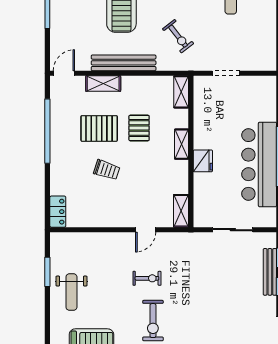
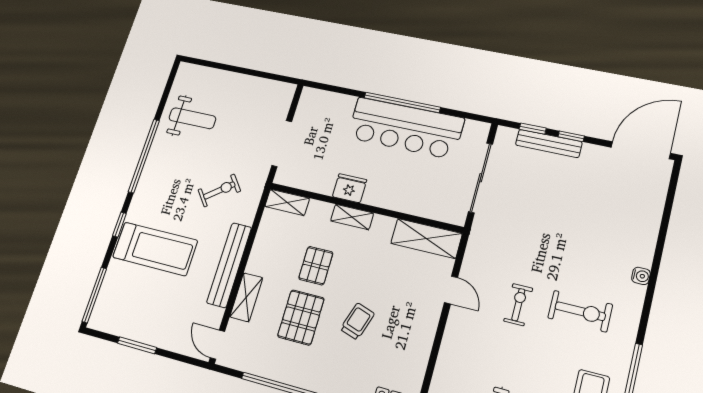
doorway: (226, 73) -> (282, 144), width x1.38
pallet: (139, 128) -> (316, 266), turned 90
fridge: (203, 161) -> (349, 188), moved
shelving: (181, 211) -> (426, 238), width x1.50, depth x1.33
sliding door: (233, 230) -> (481, 178), width x1.37

